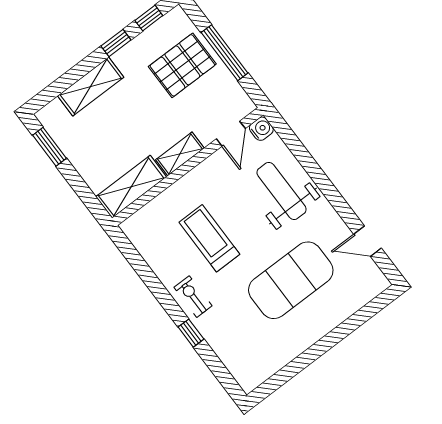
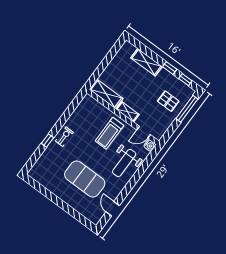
window: (225, 53) -> (187, 109), moved
pallet: (182, 65) -> (168, 101), width x0.67, depth x0.71
window: (50, 147) -> (114, 51), removed
weight bench: (282, 191) -> (124, 163), turned 180
treadmill: (209, 238) -> (110, 133), moved, turned 180

